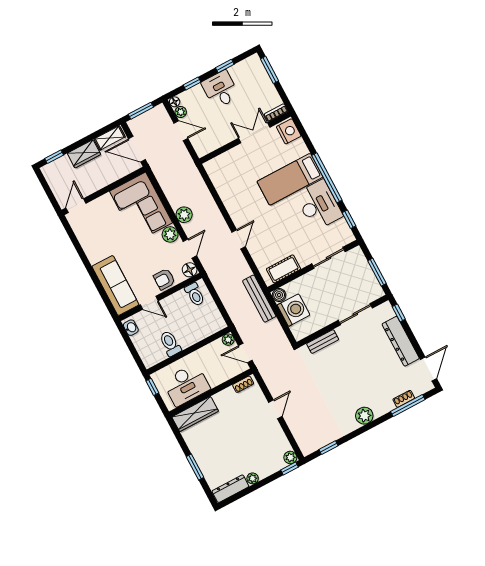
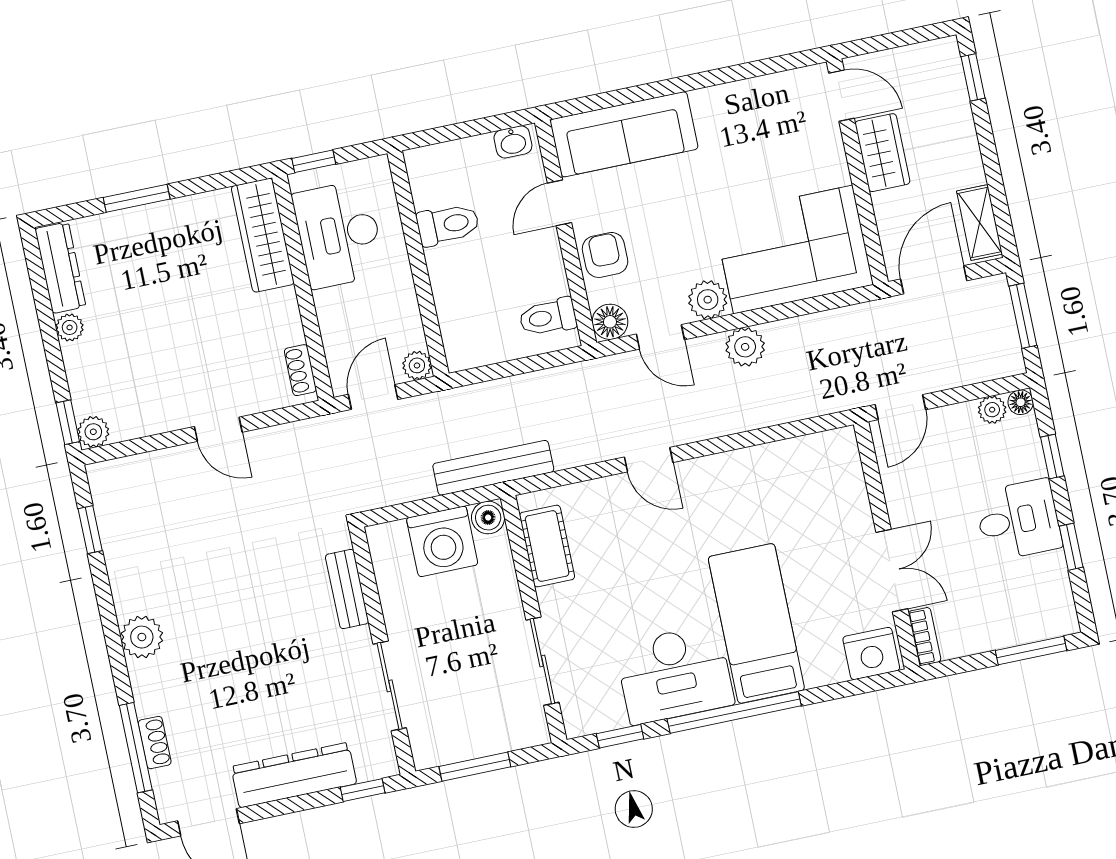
door: (181, 131) -> (900, 407), moved
wardrobe: (84, 154) -> (882, 153), moved, turned 180
window: (152, 387) -> (314, 161), moved

